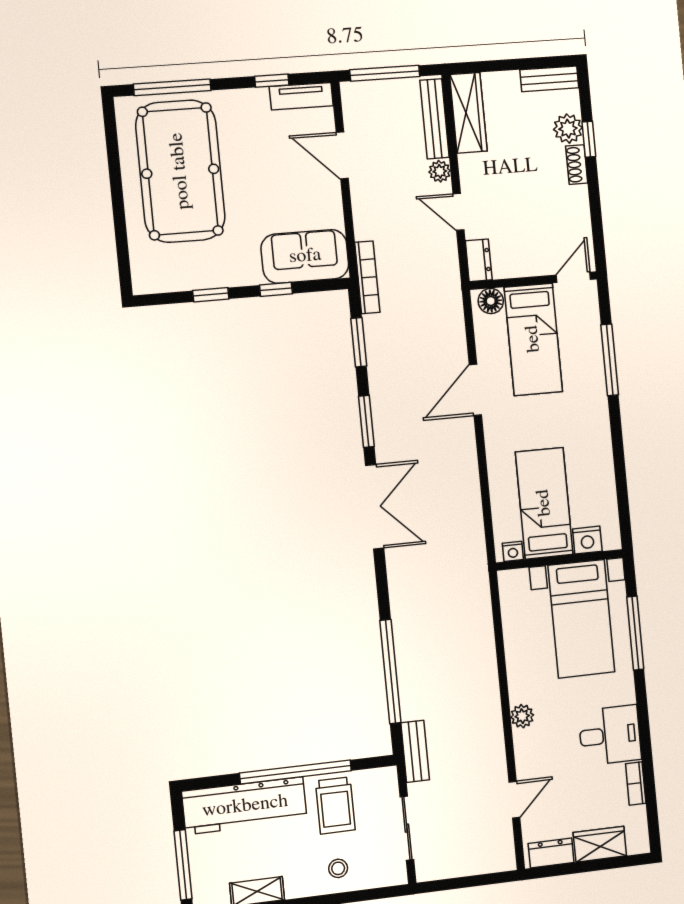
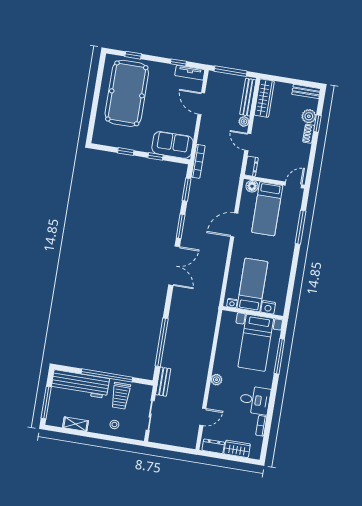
window: (172, 87) -> (133, 55), width x0.46

